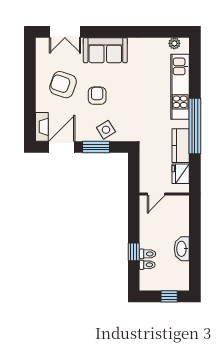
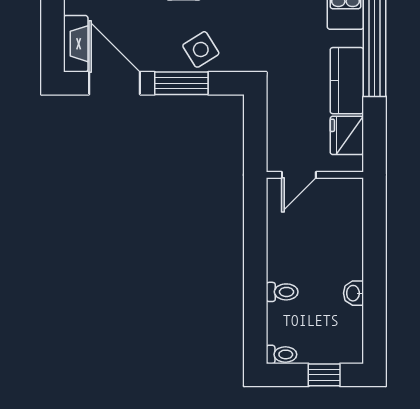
door: (62, 147) -> (115, 83), hinge flipped
washbasin: (182, 249) -> (354, 293), width x0.52, depth x0.69
window: (134, 252) -> (255, 288), removed
toilet: (147, 265) -> (281, 354), moved

